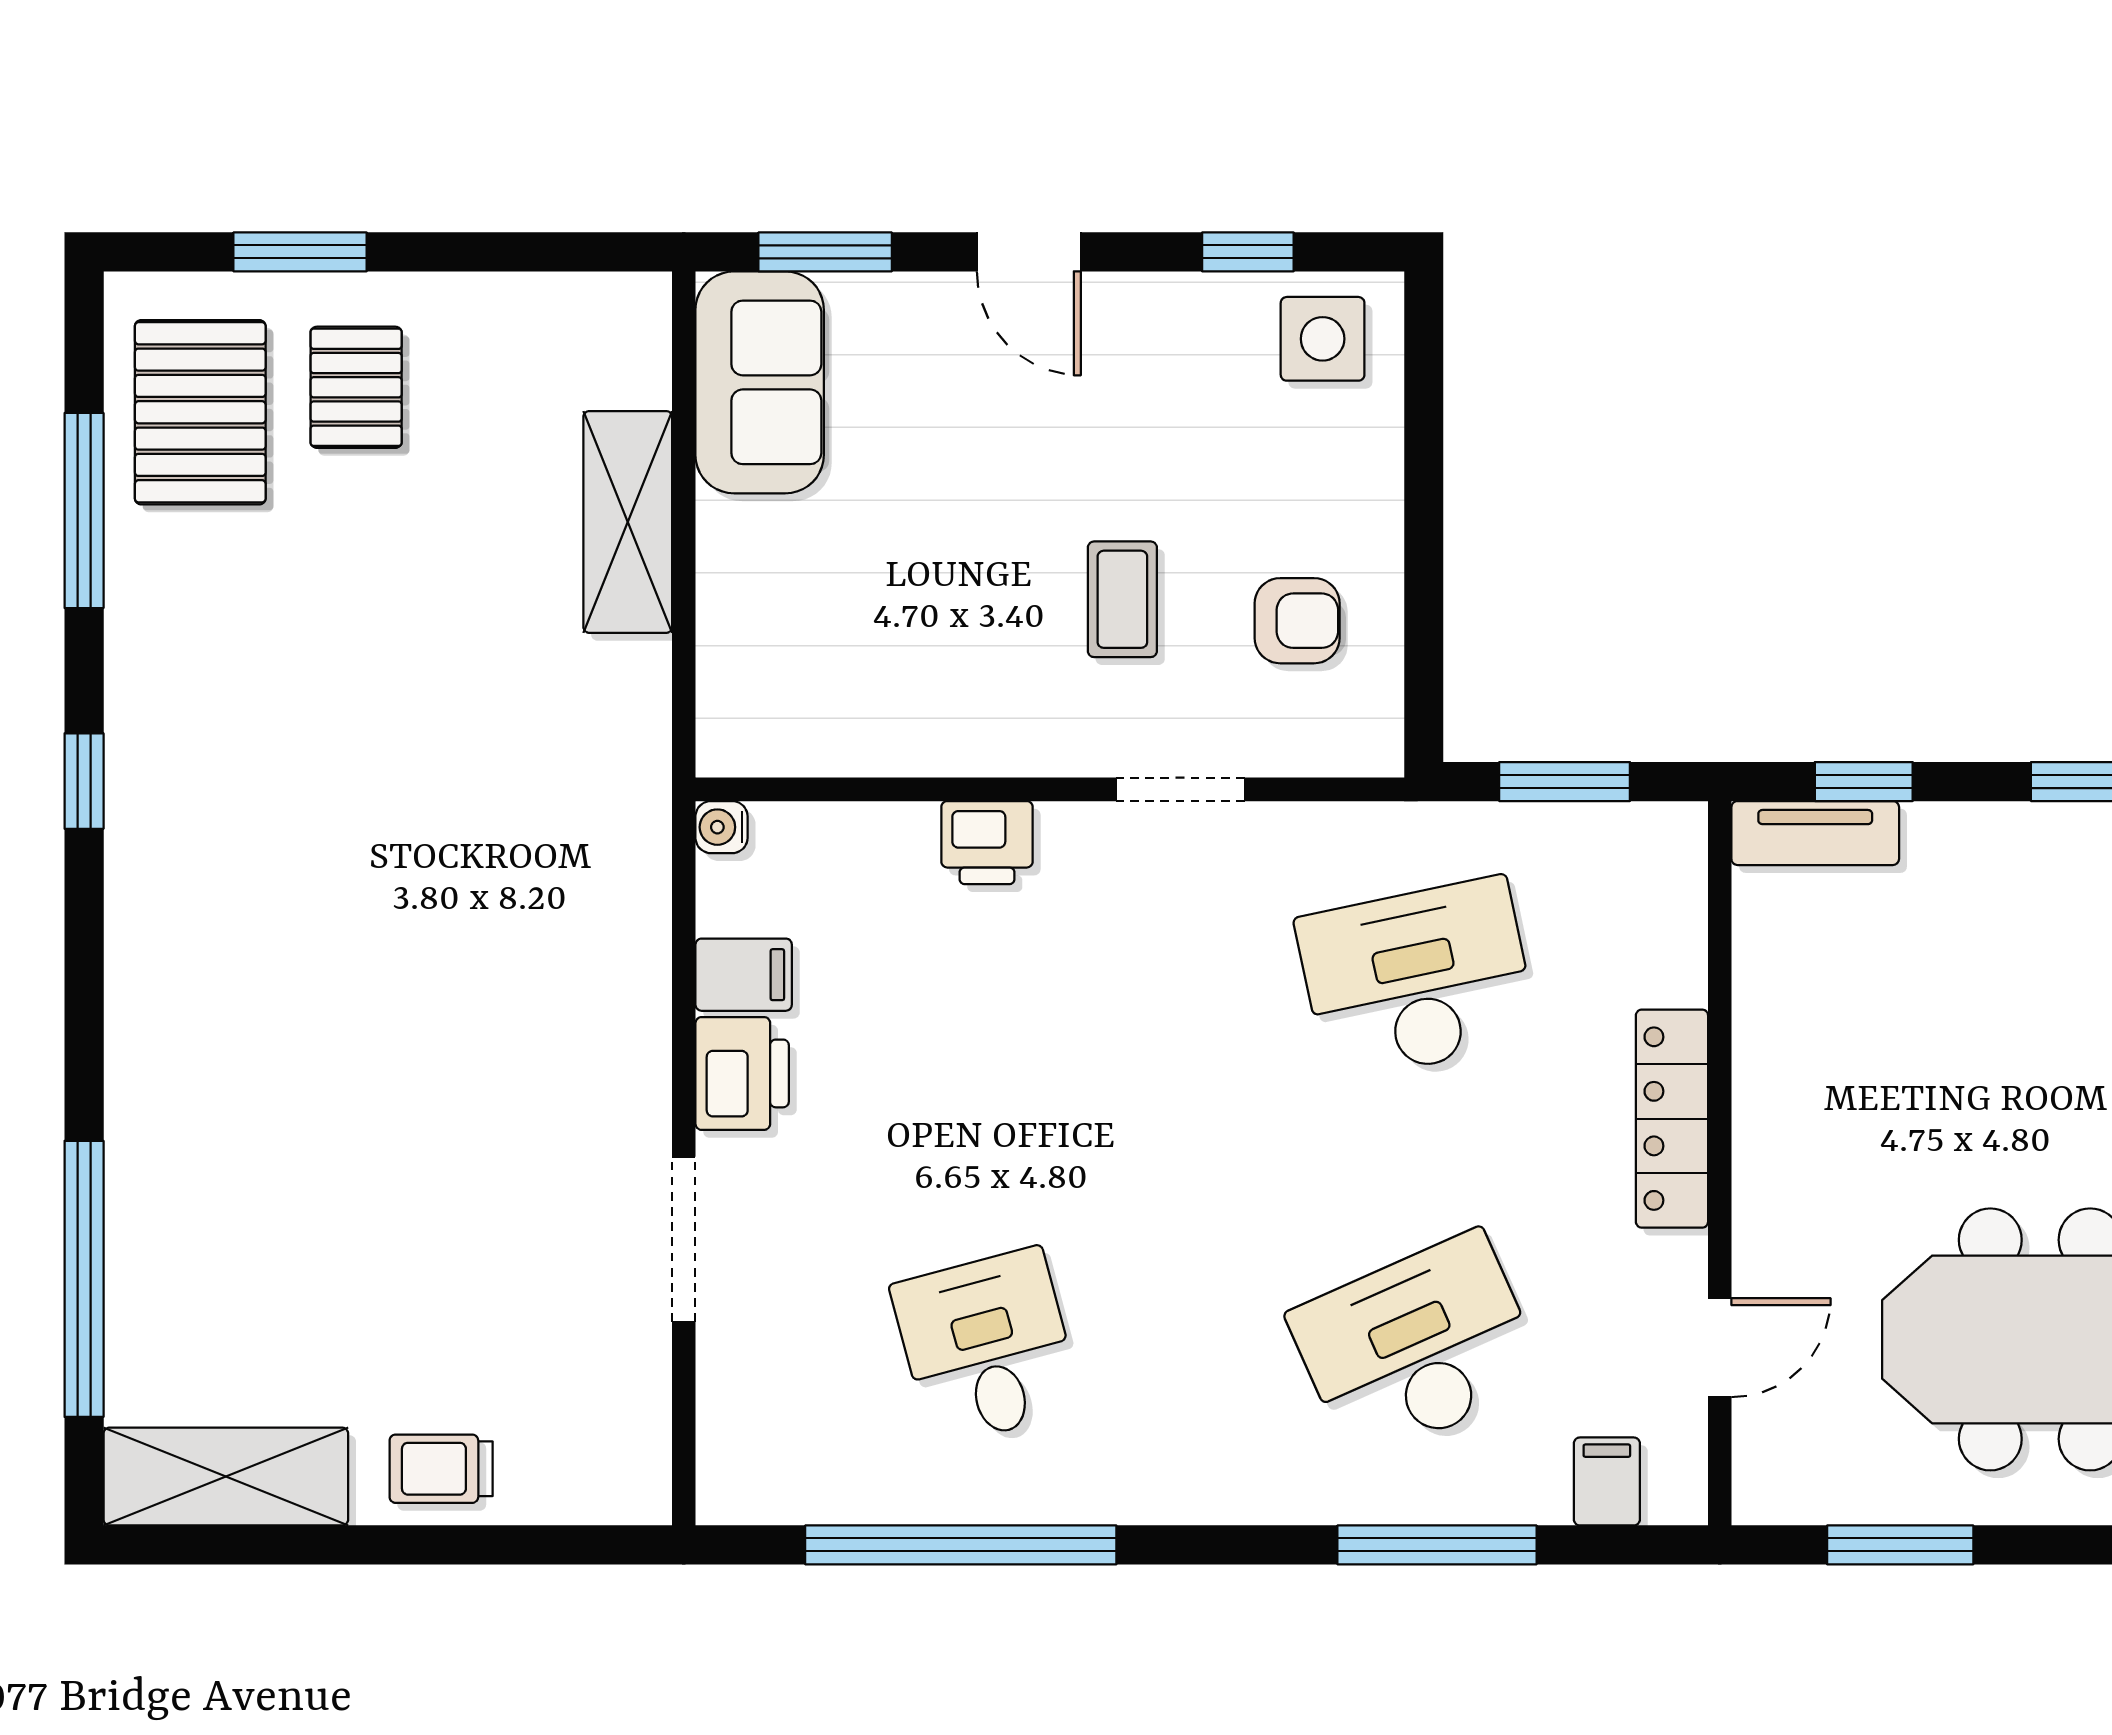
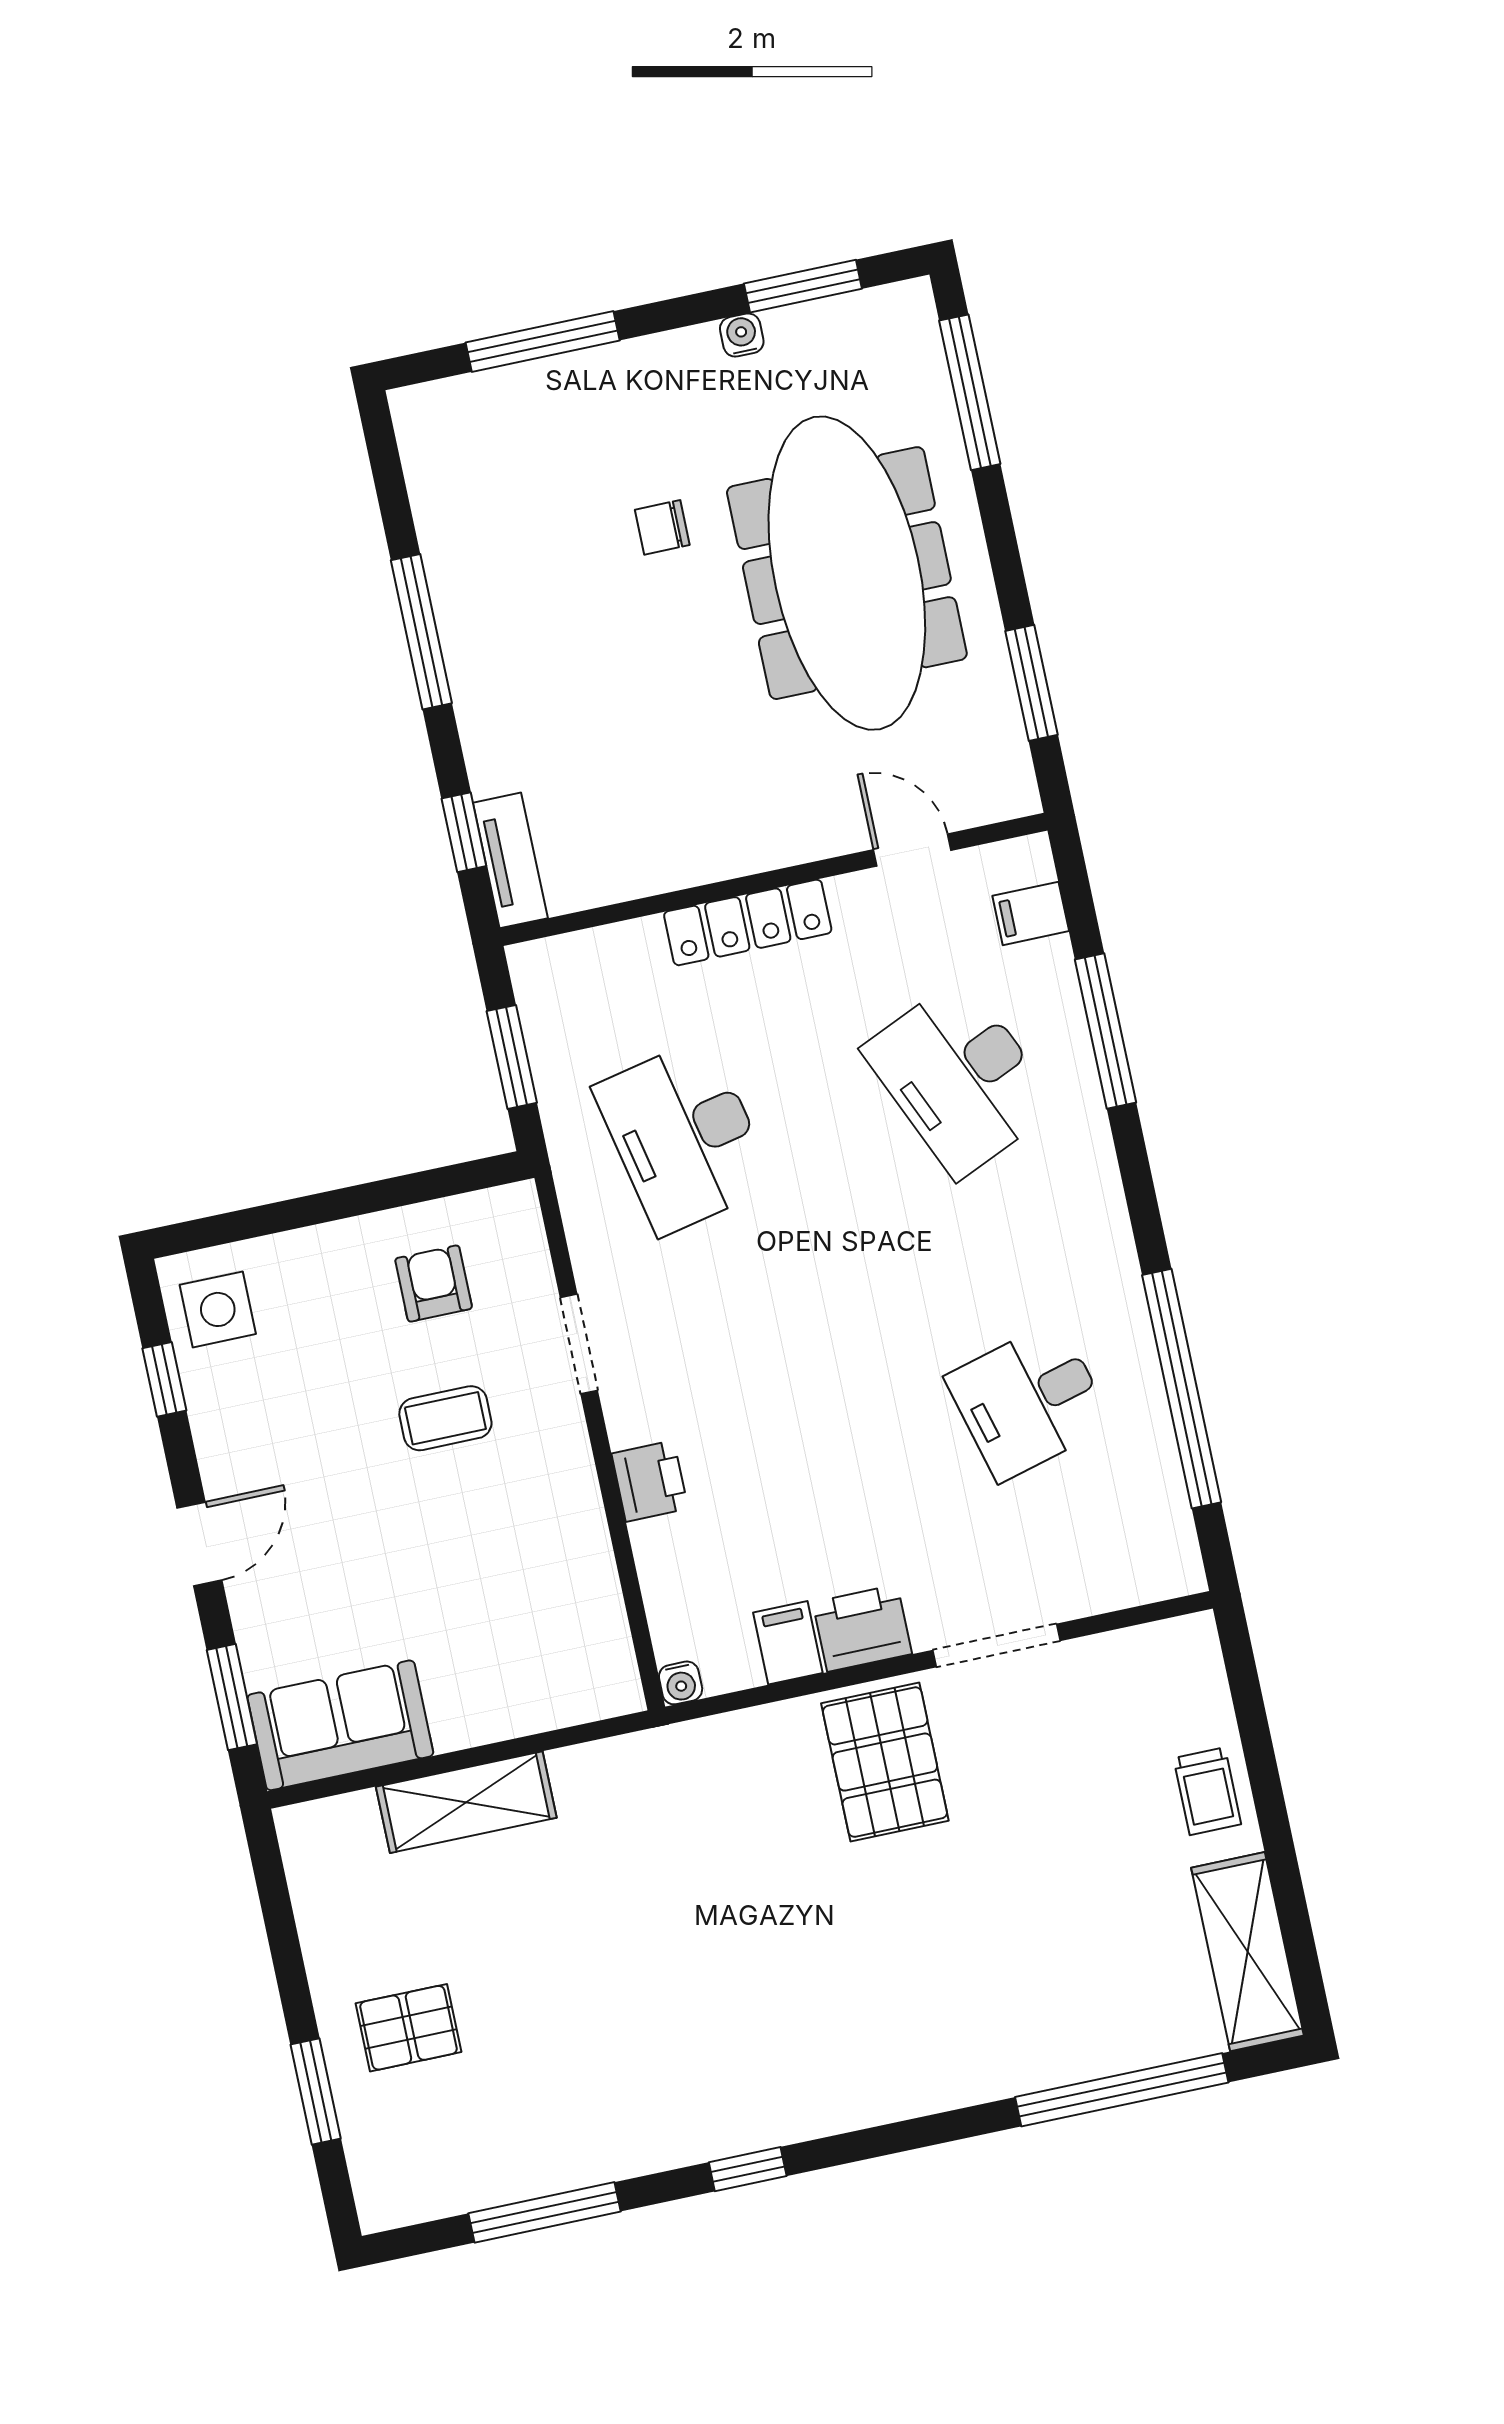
pallet: (200, 412) -> (885, 1762), moved, turned 90

